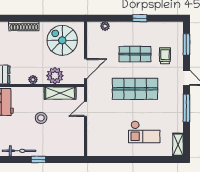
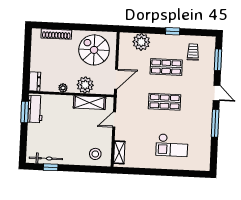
plant: (105, 26) -> (141, 42), width x1.88, depth x1.88
trolley: (165, 56) -> (193, 52), moved
shop shelf: (135, 89) -> (165, 102), width x0.70, depth x0.74
stool: (41, 118) -> (95, 154), moved
shelving: (178, 145) -> (119, 152), moved
window: (38, 159) -> (51, 167), moved

